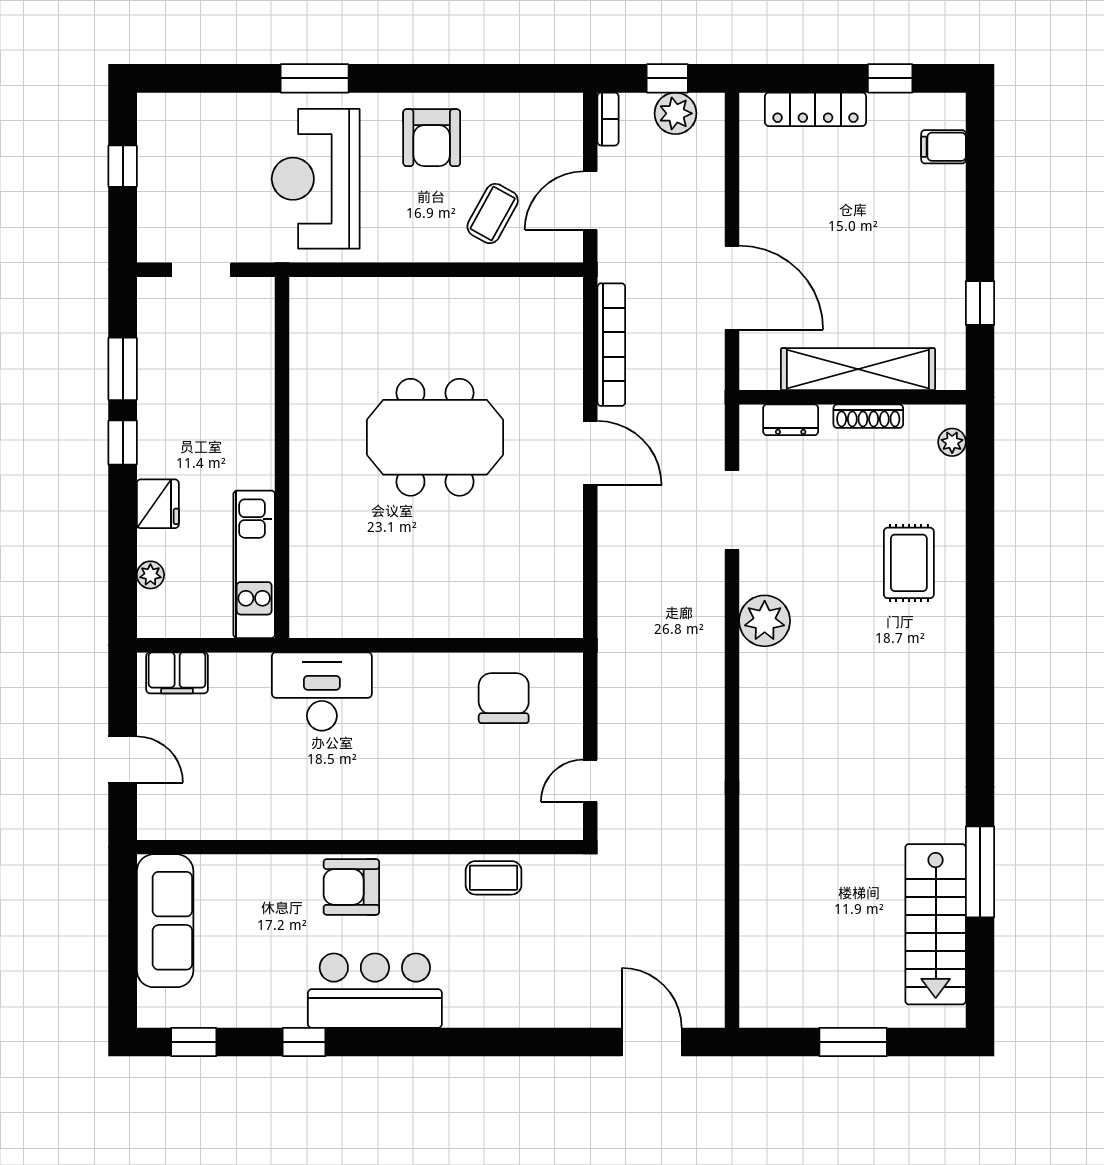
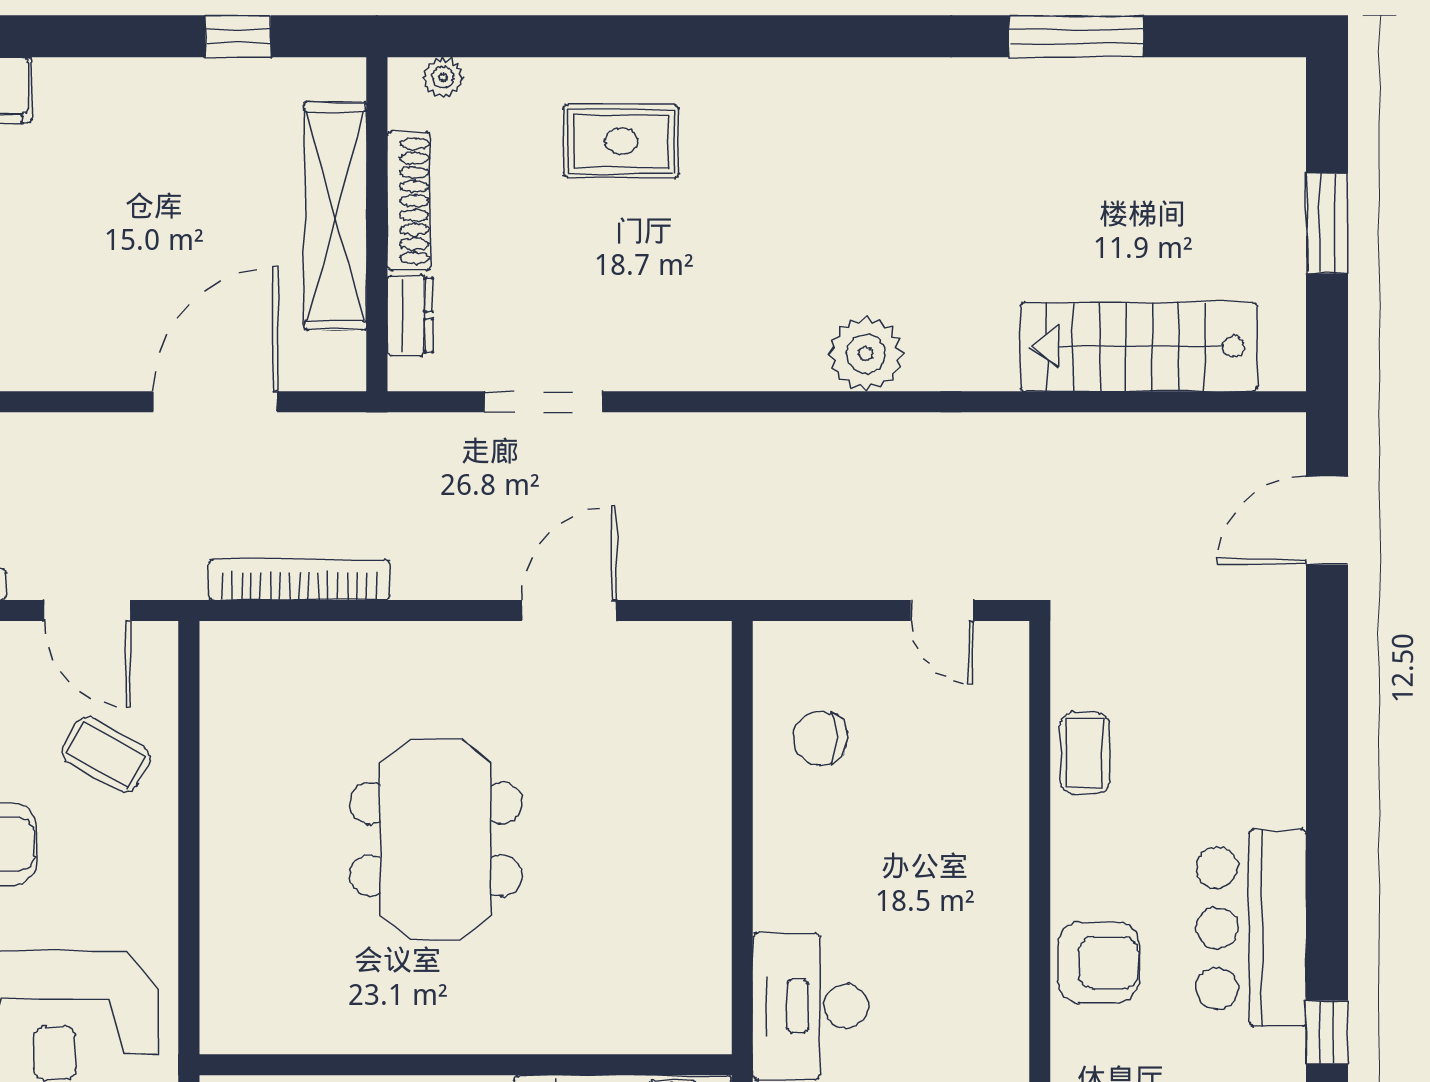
shoe rack: (868, 416) -> (409, 201), width x1.36, depth x1.24
door: (590, 453) -> (569, 611), moved
plant: (765, 621) -> (866, 354), moved
chair: (504, 698) -> (820, 738), width x0.73, depth x0.73
armchair: (351, 887) -> (1098, 963), turned -90
stairs: (936, 924) -> (1139, 347), moved, turned 180

